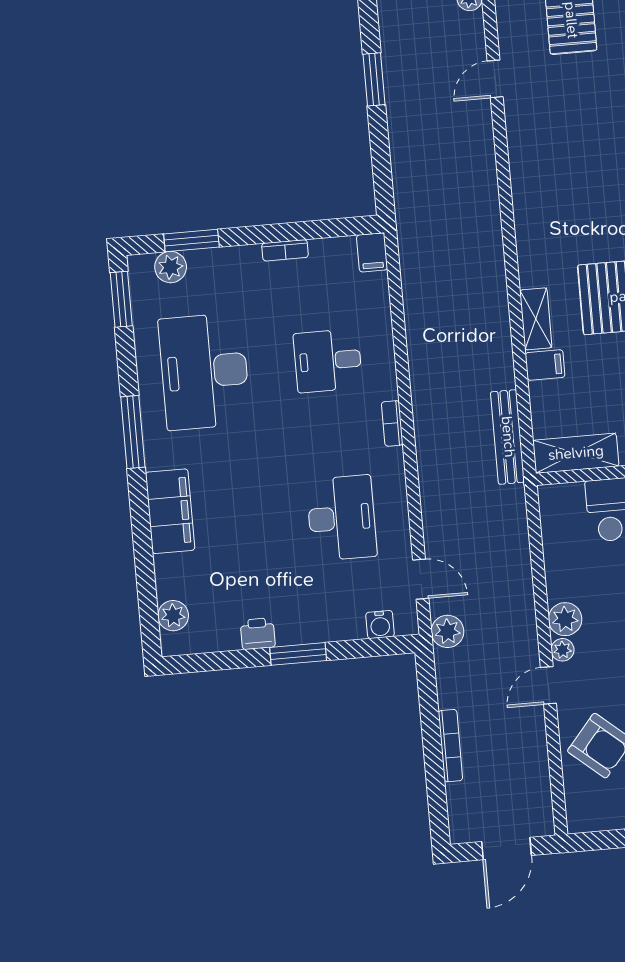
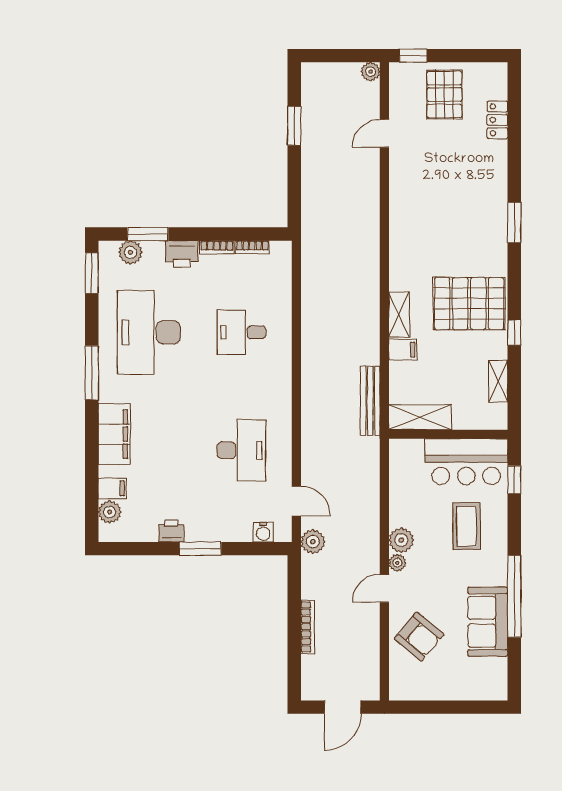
filing cabinet: (372, 252) -> (112, 488), moved, turned -90
printer: (239, 263) -> (182, 254), added
bookcase: (392, 423) -> (252, 247), moved, turned -90

